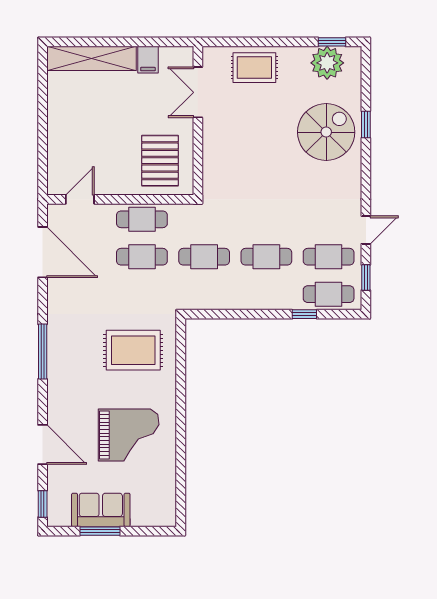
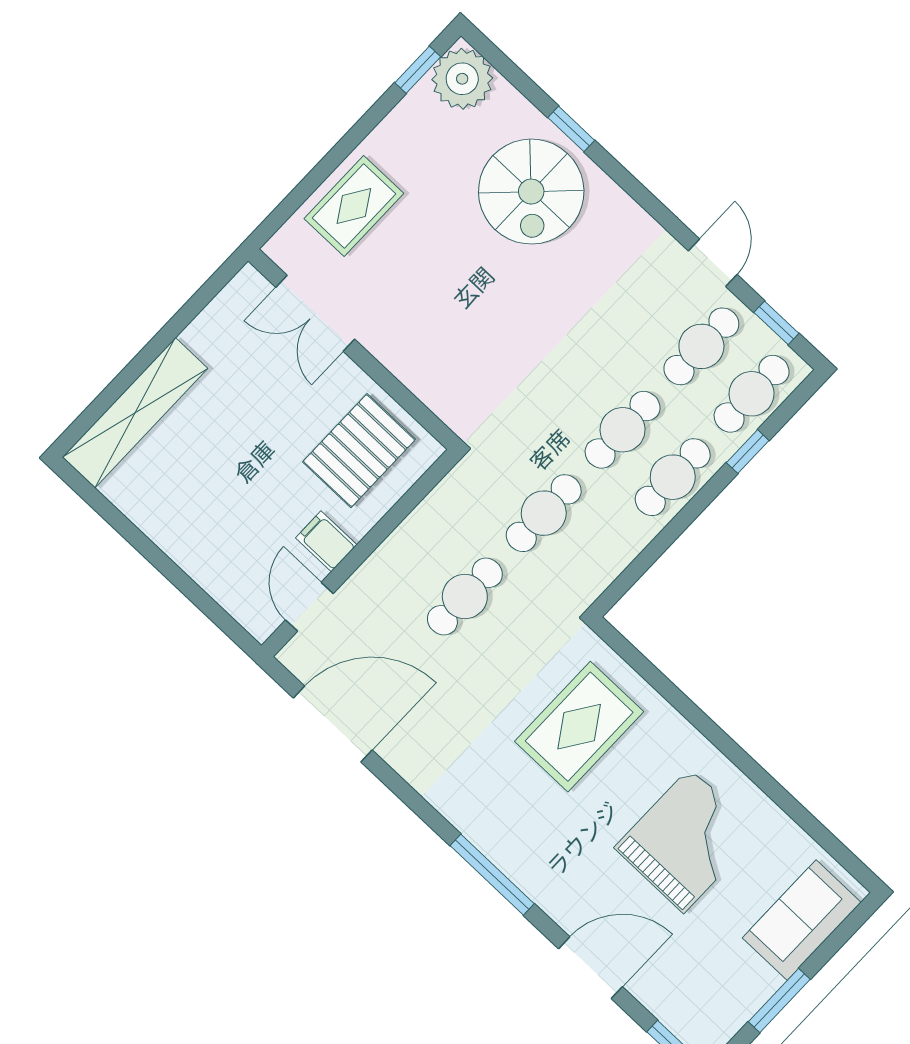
filing cabinet: (148, 60) -> (326, 541), moved, turned 180
plant: (327, 63) -> (462, 79), moved
spiral stairs: (326, 132) -> (531, 192), turned 180
pallet: (160, 161) -> (359, 451), turned 90
cafe table: (142, 219) -> (673, 477), moved
window: (43, 352) -> (492, 875), moved
sofa: (101, 510) -> (802, 920), moved

